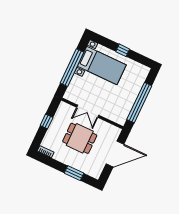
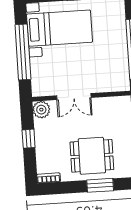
plant: (64, 108) -> (41, 110), added
dining table: (80, 138) -> (92, 156), moved

